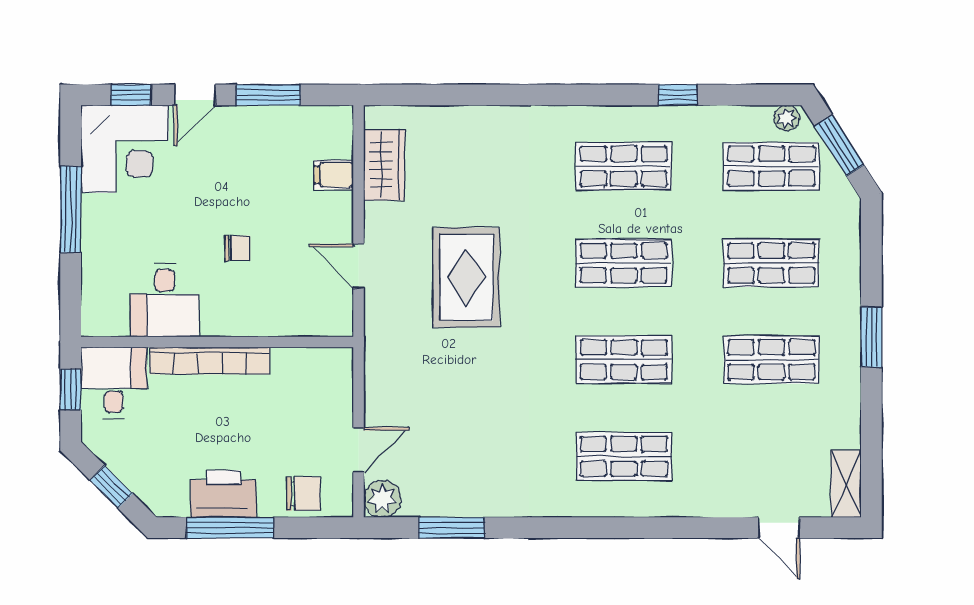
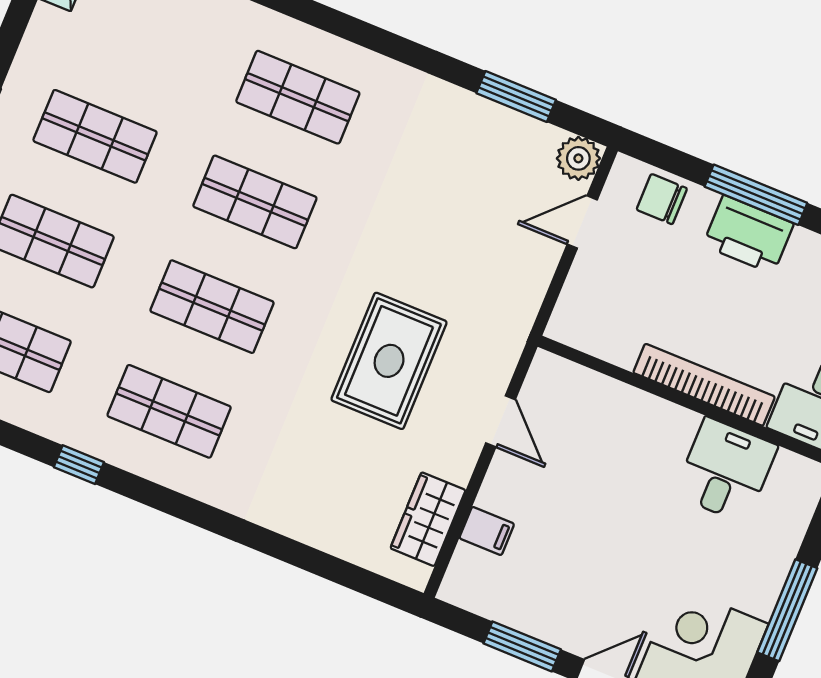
chair: (237, 248) -> (624, 494), removed

